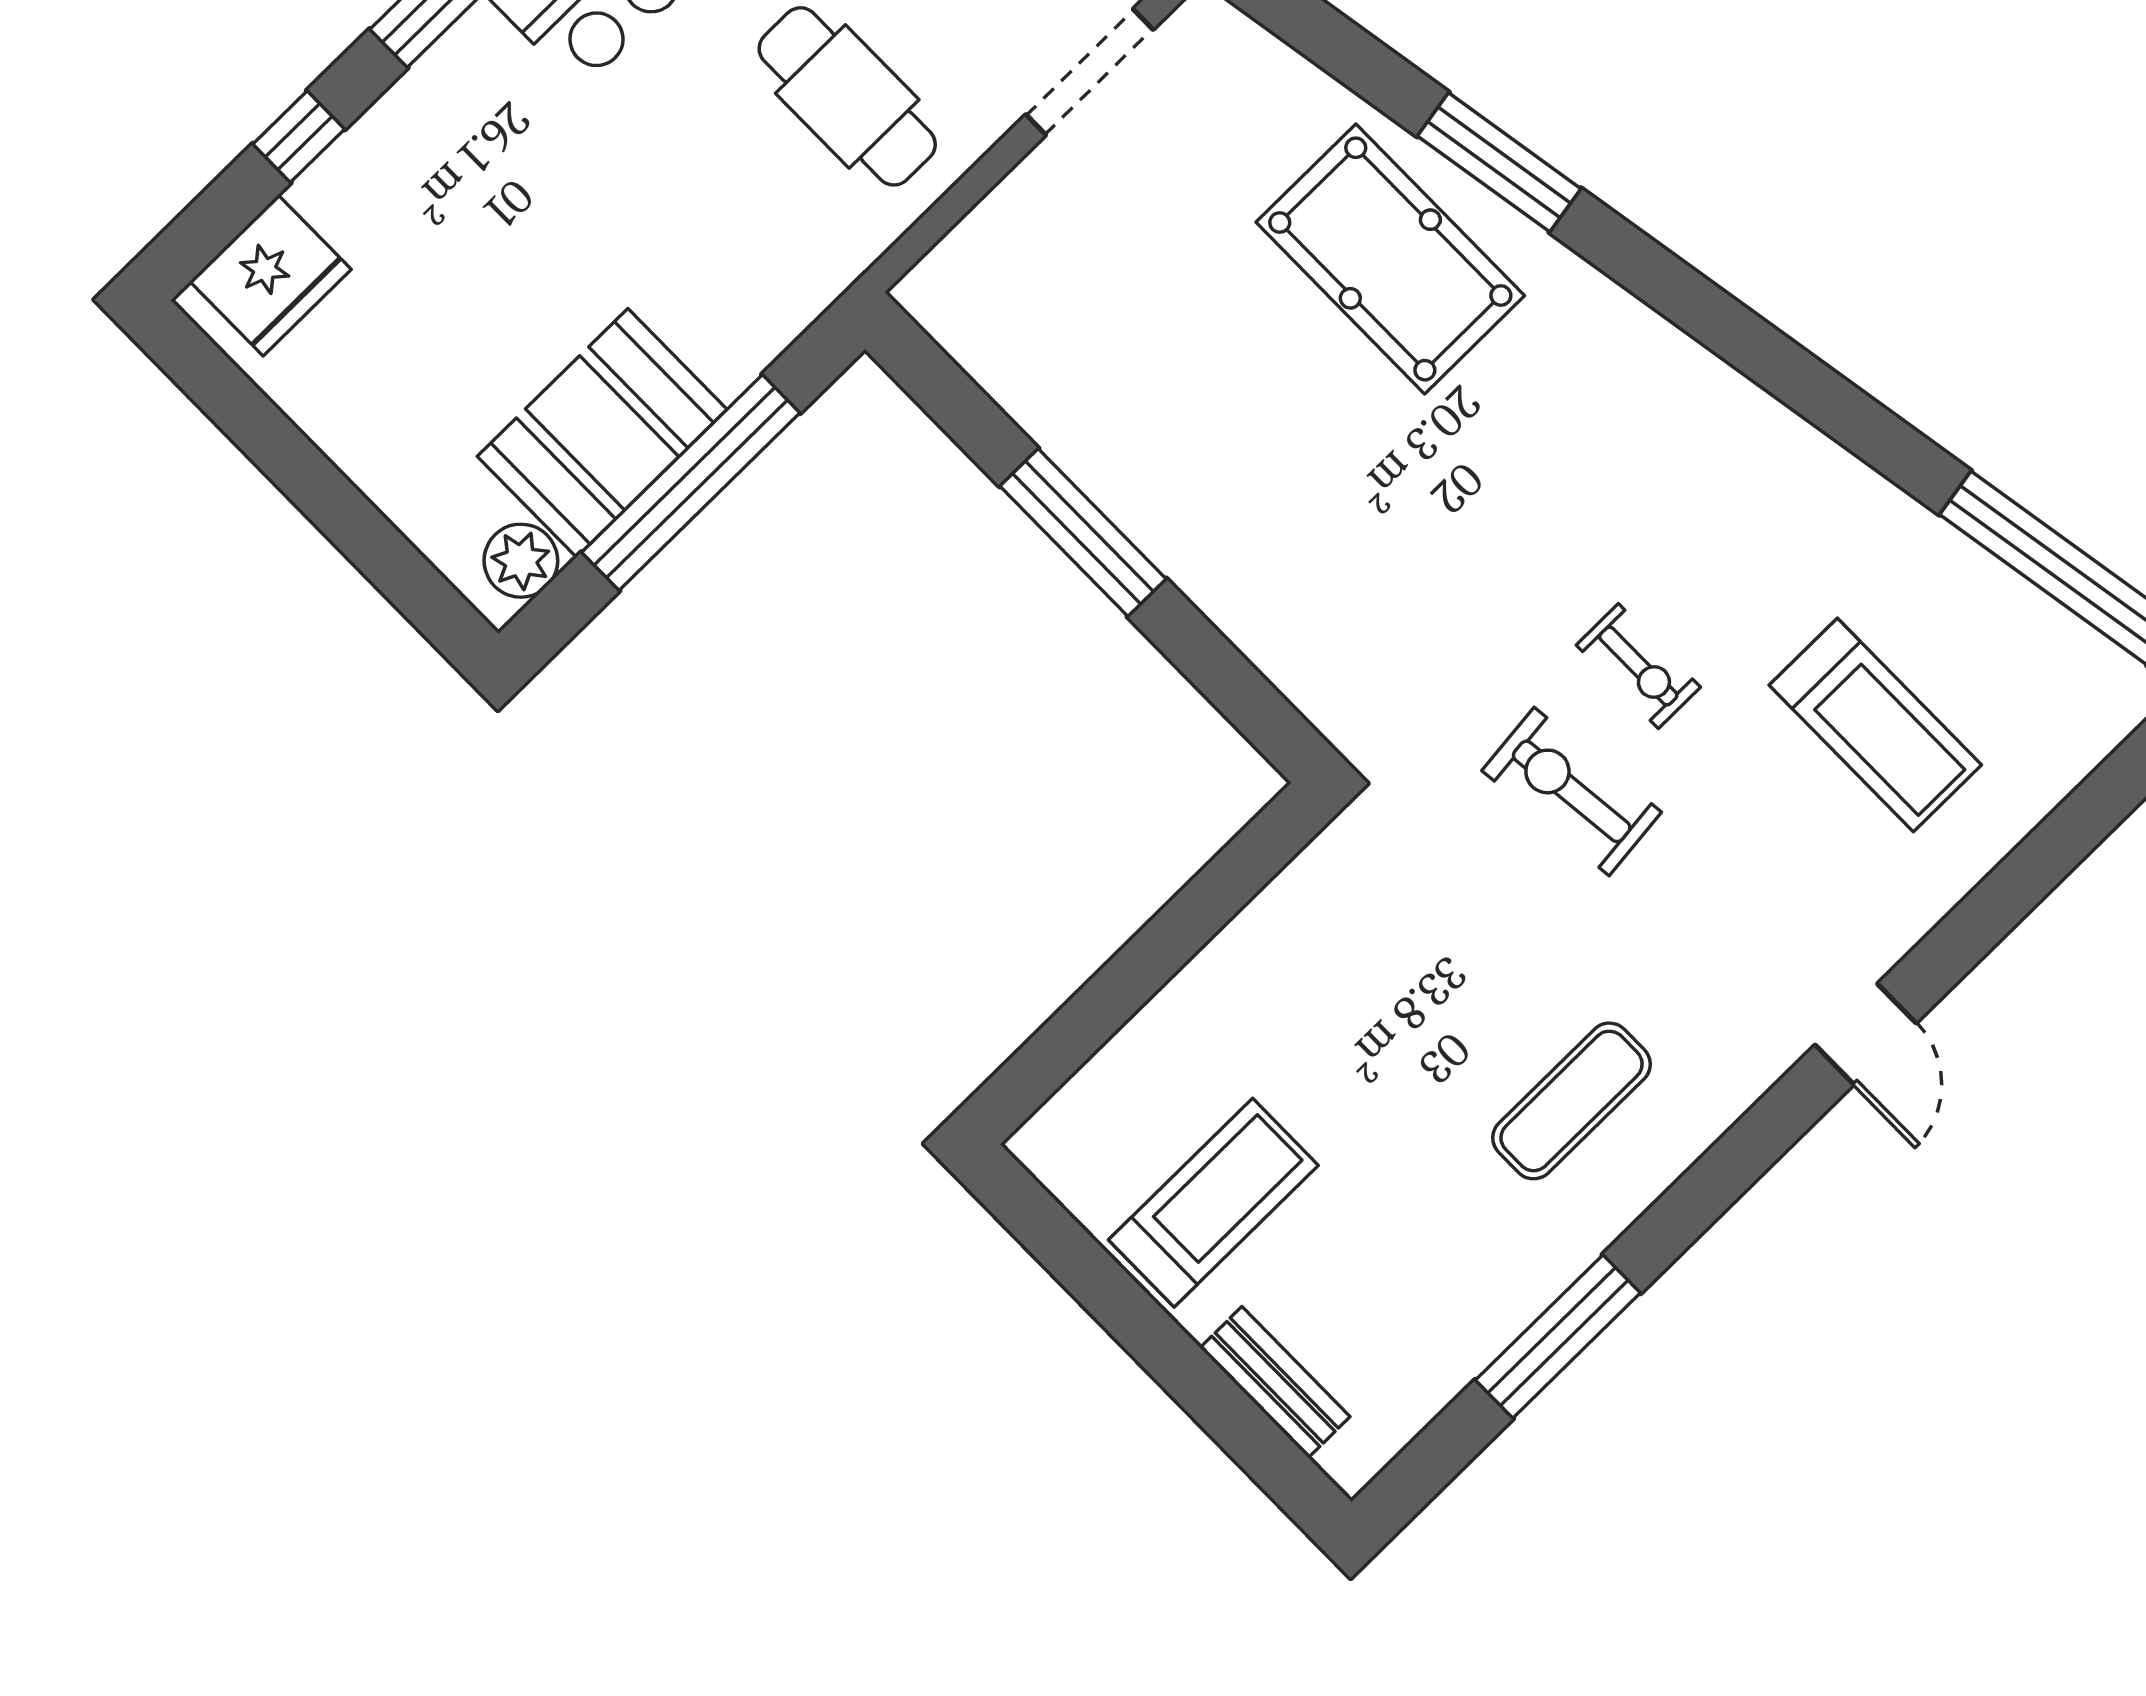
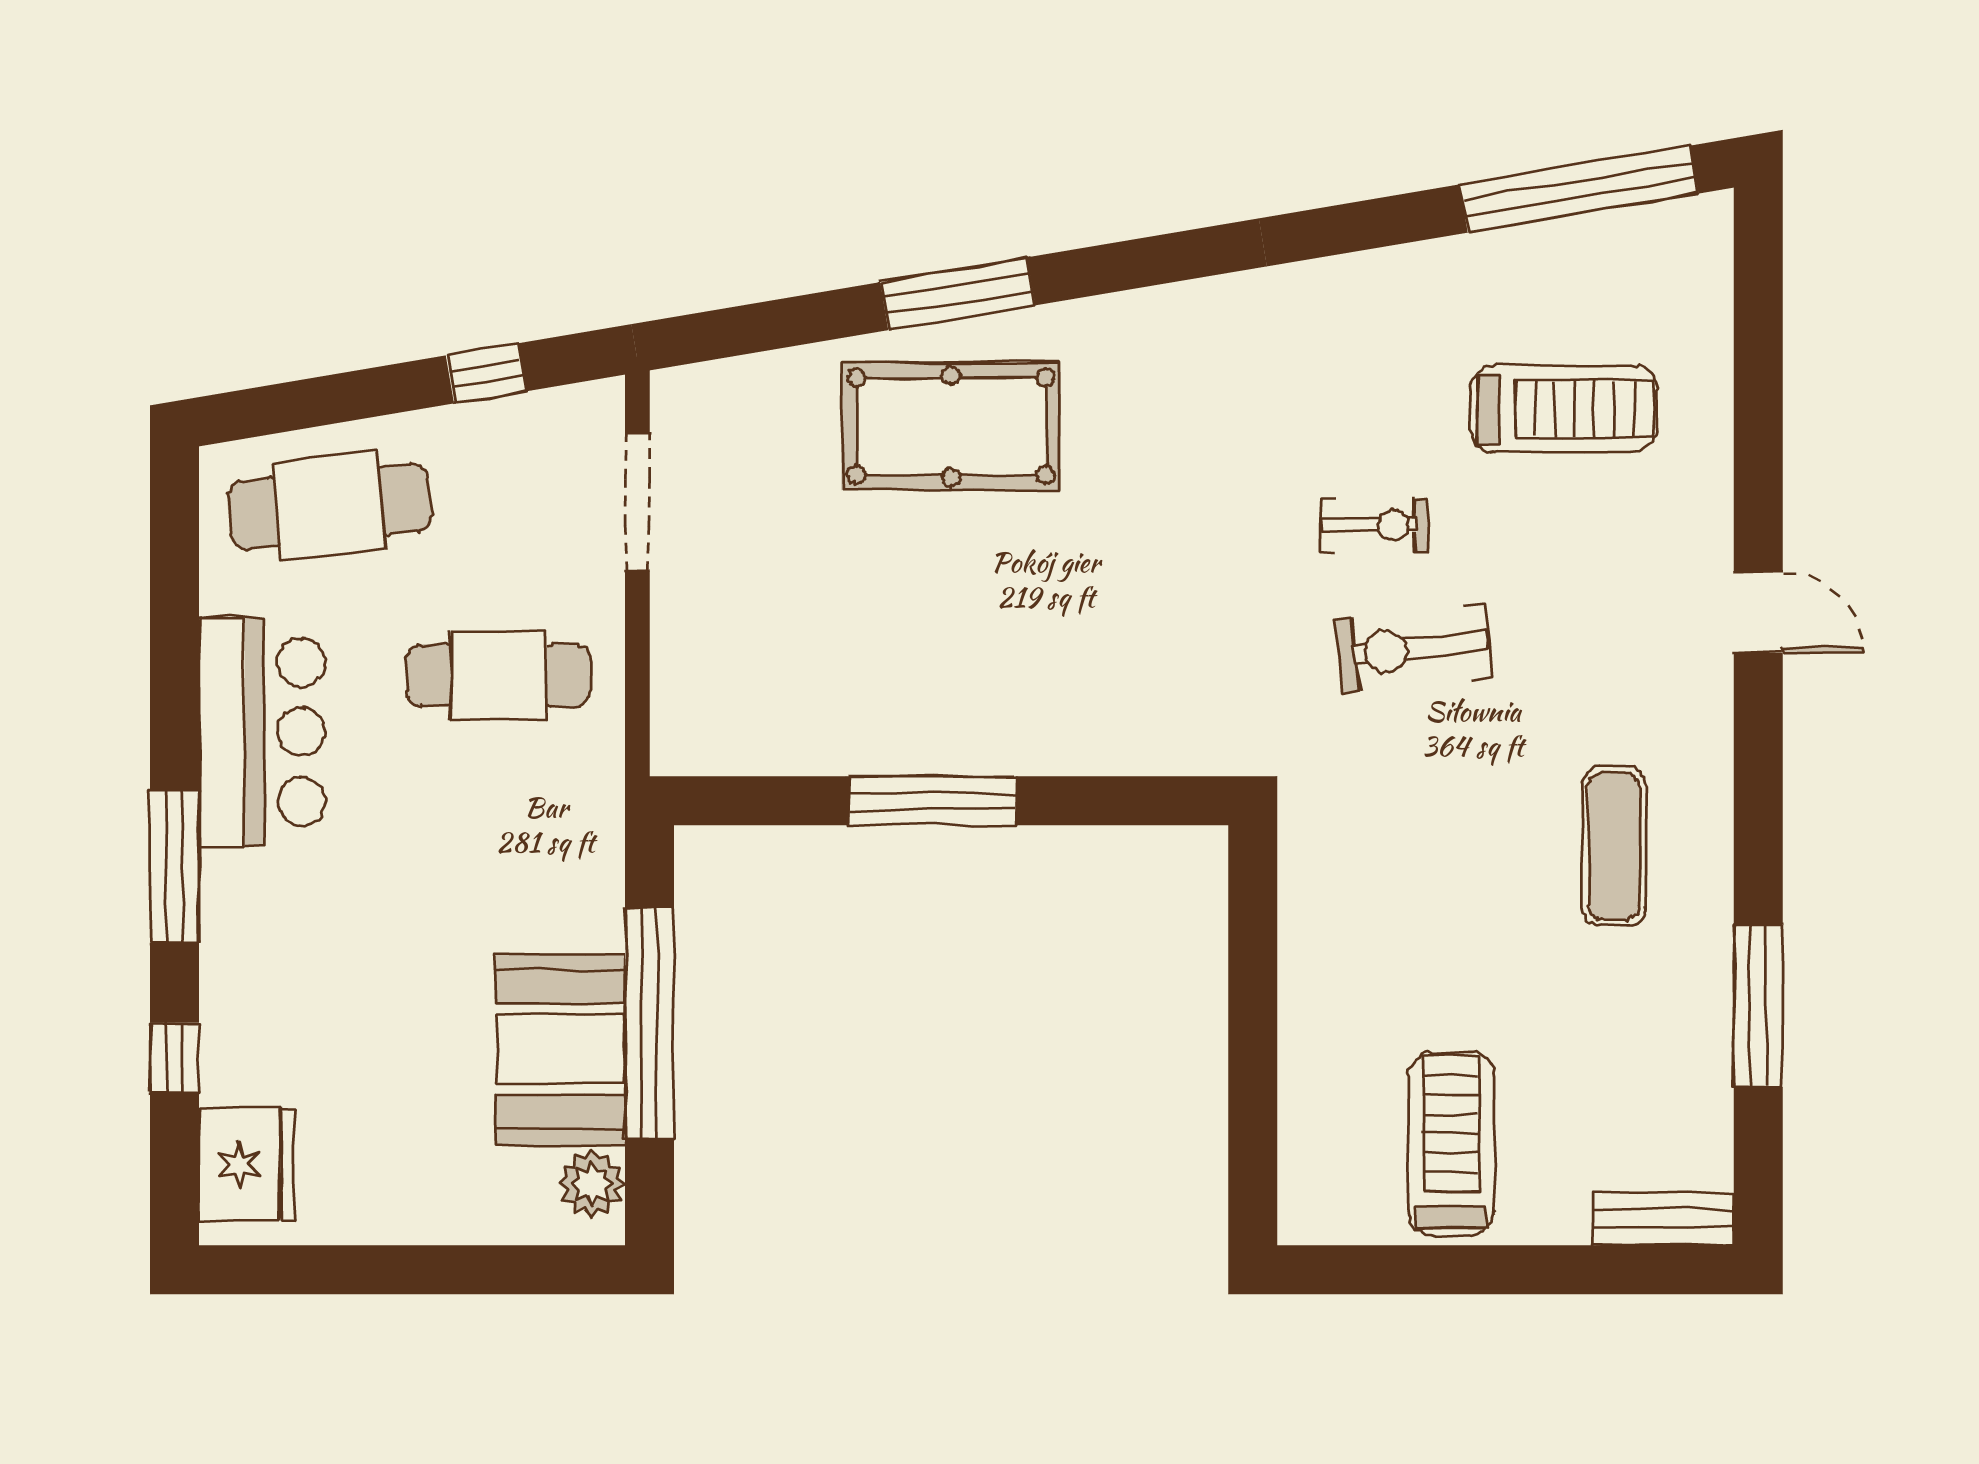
bench: (1275, 1382) -> (1664, 1218), moved

